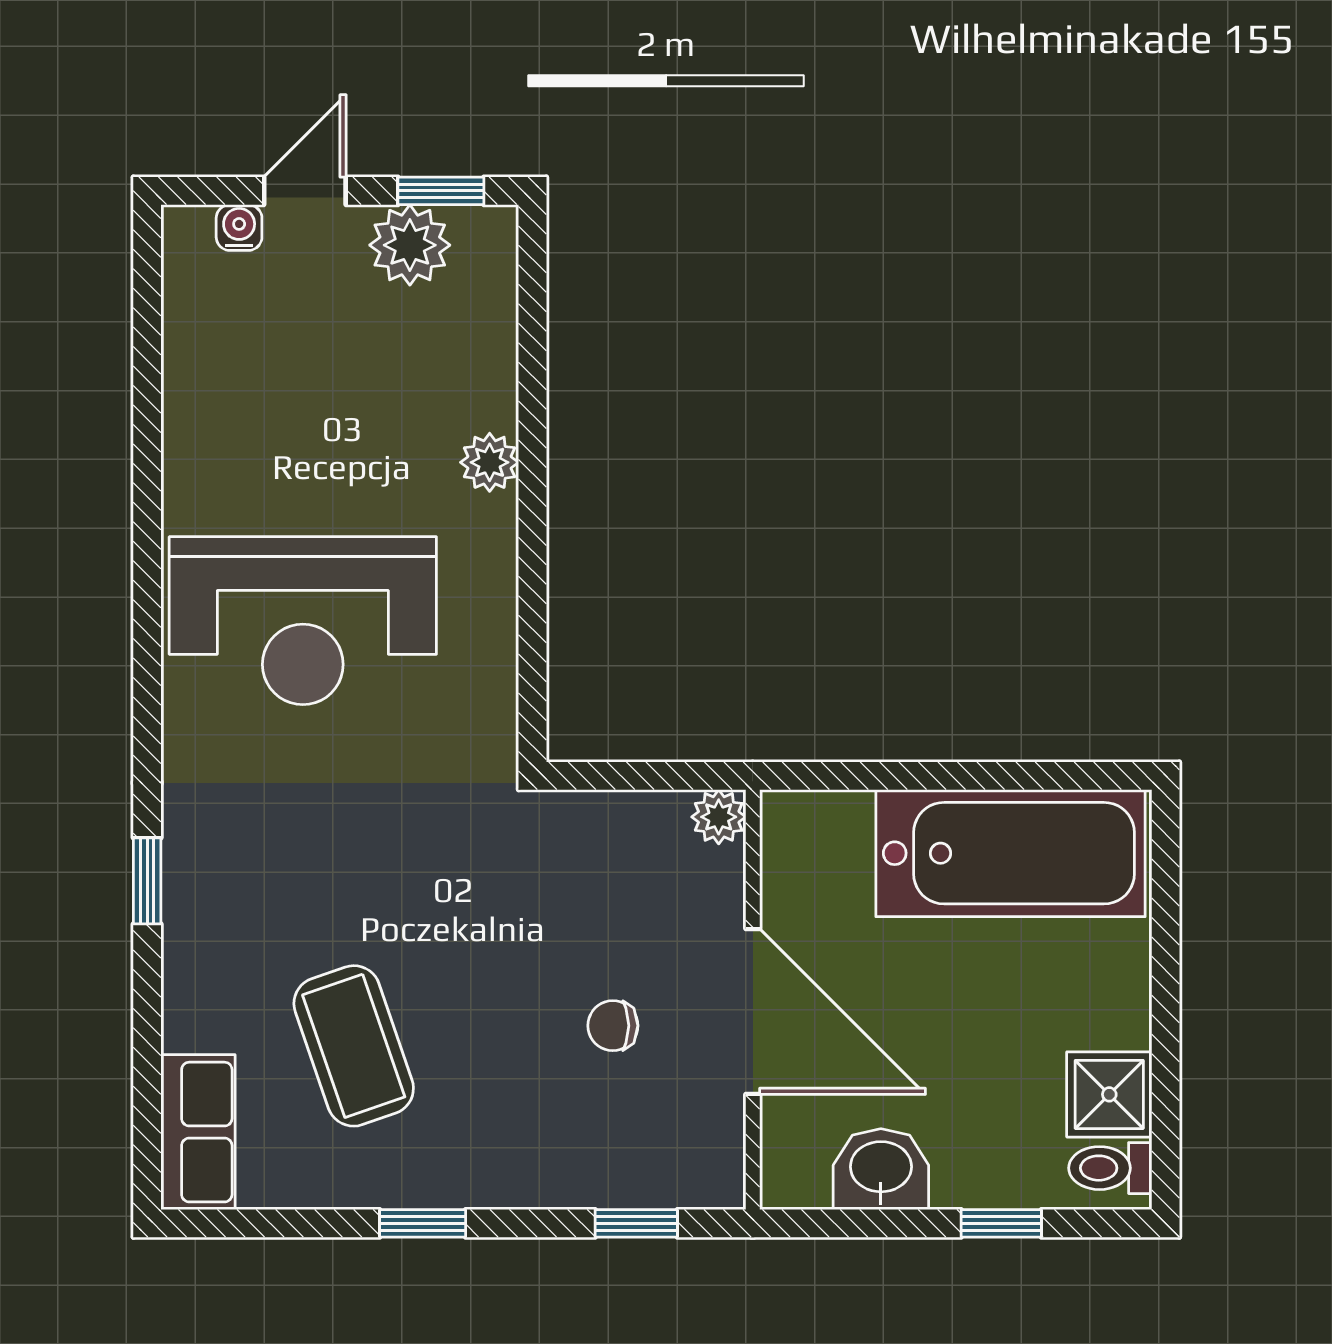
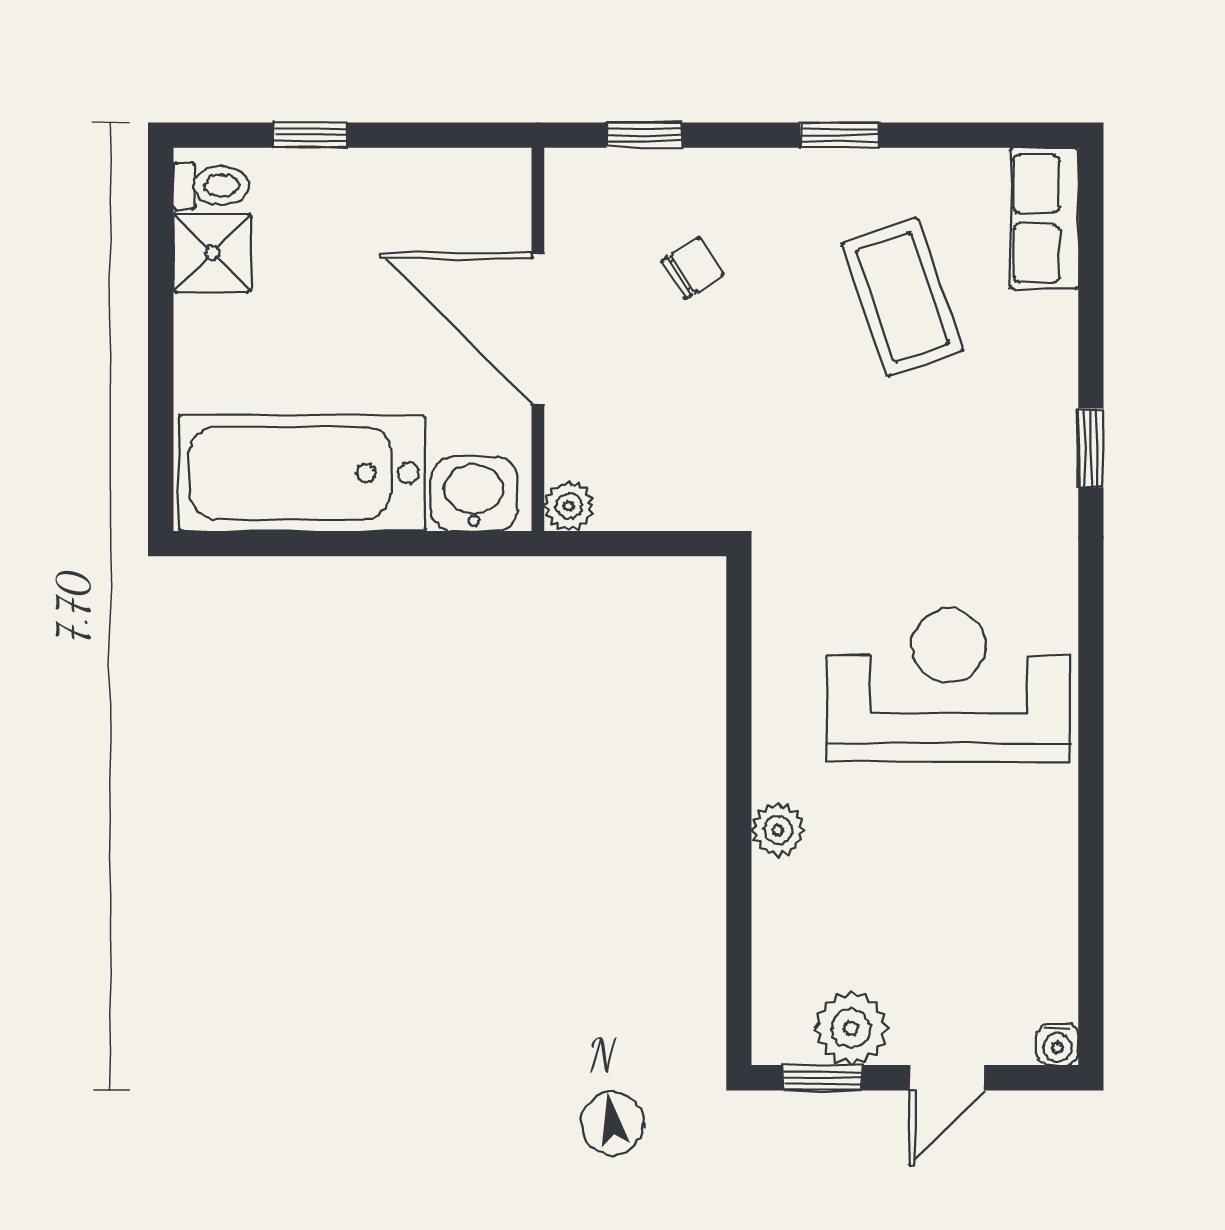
water cooler: (239, 228) -> (1057, 1044), moved
chair: (613, 1026) -> (693, 268), moved, turned -33
washbasin: (881, 1169) -> (474, 494), moved, turned 180

